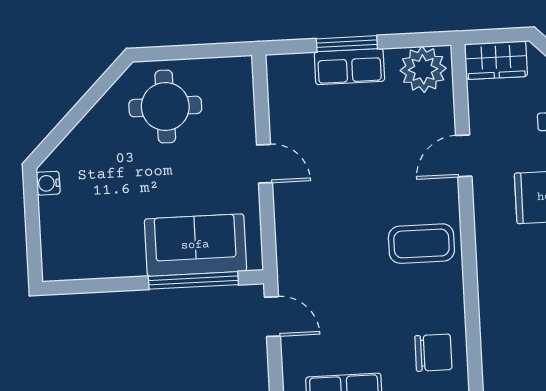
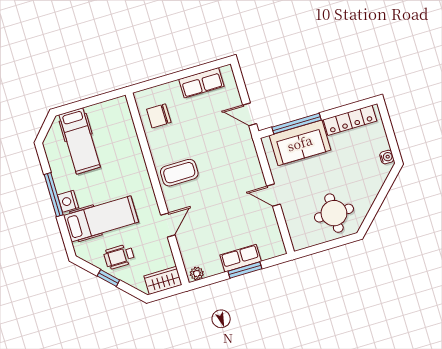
plant: (423, 69) -> (197, 273), width x0.53, depth x0.53
locker: (98, 264) -> (350, 120), added

